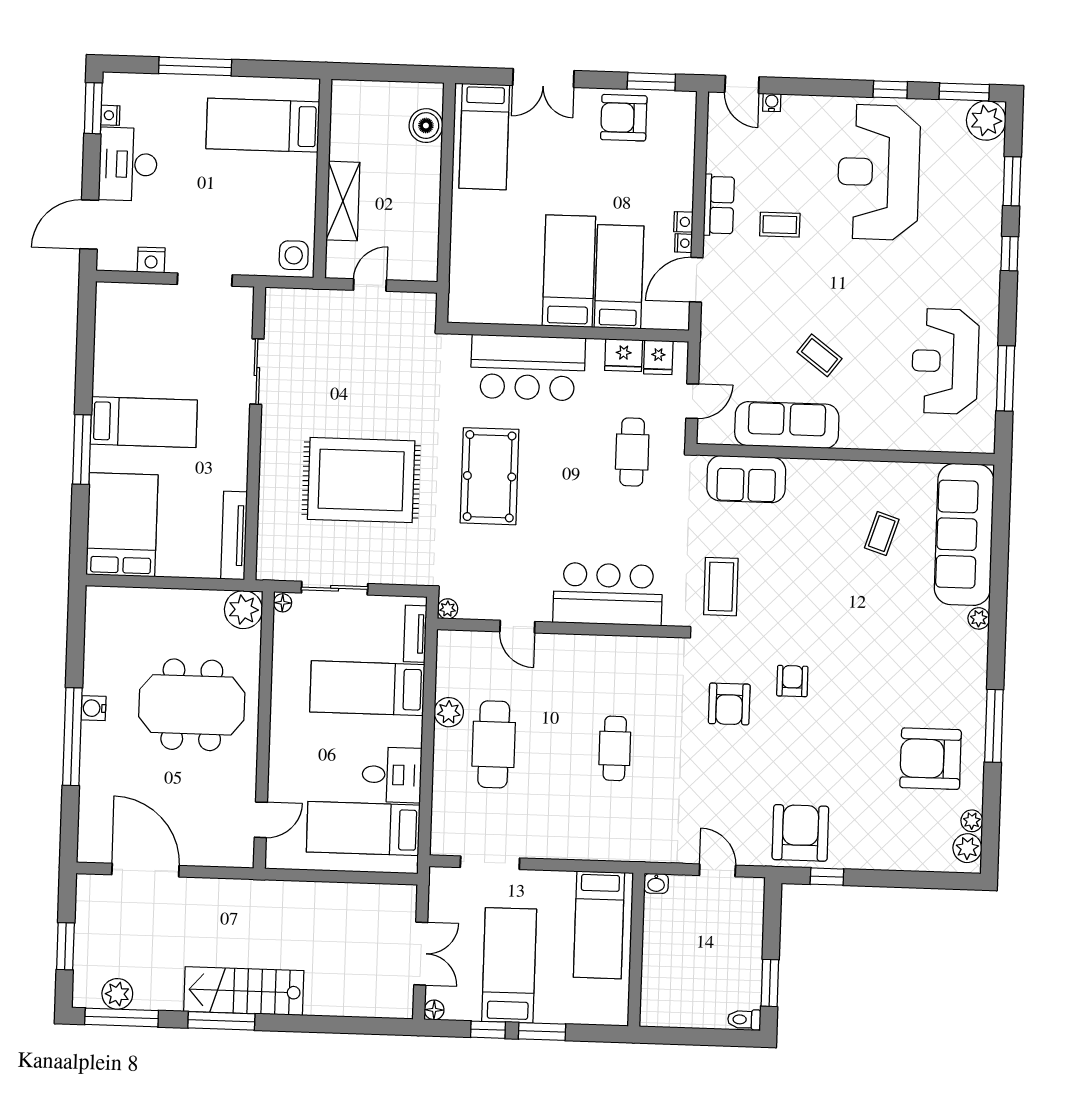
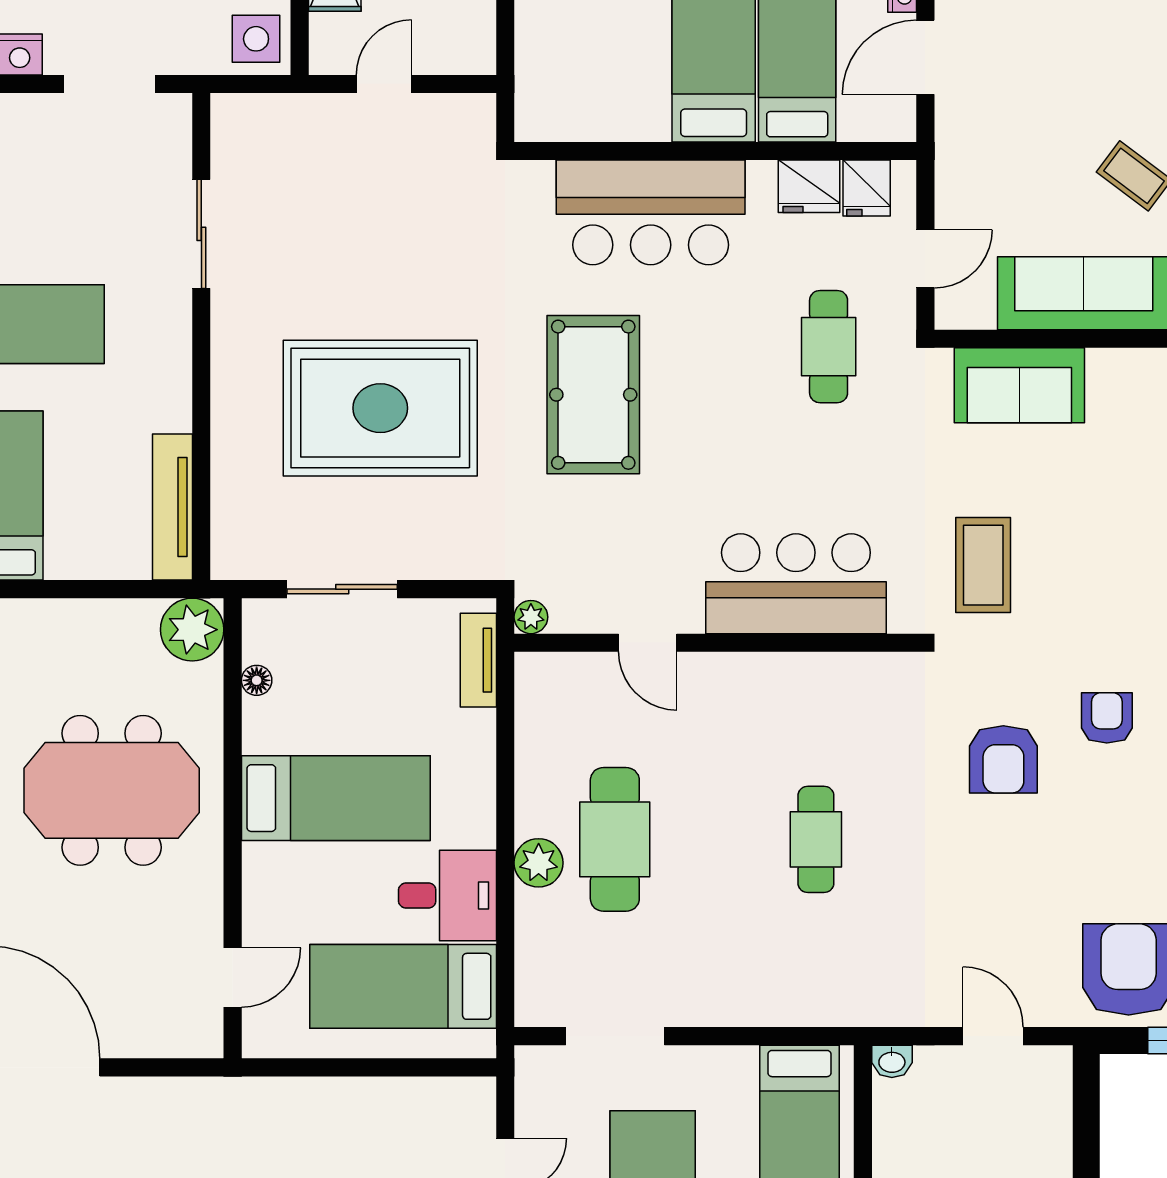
floor lamp: (283, 603) -> (257, 680), moved
bed: (367, 688) -> (336, 798), moved, turned 180
plant: (449, 712) -> (539, 863), moved

